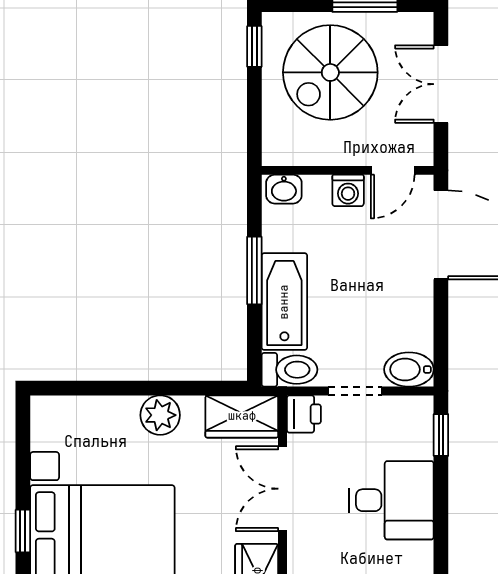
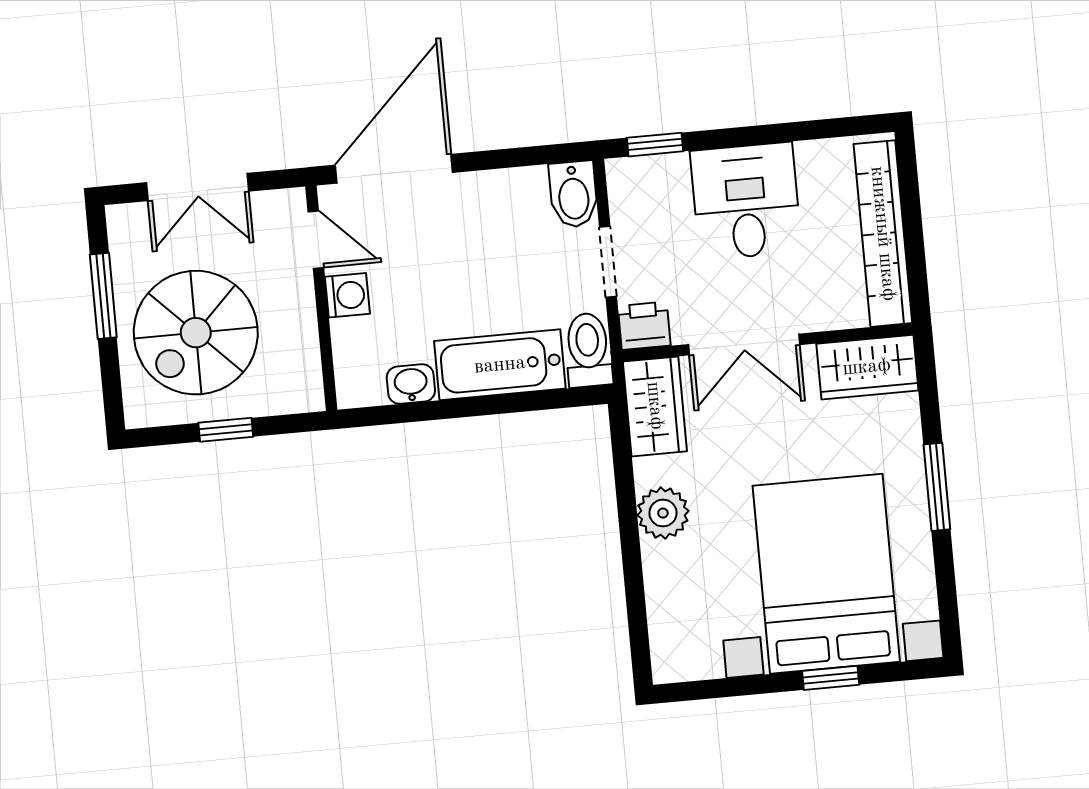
window: (254, 46) -> (226, 430), moved
spiral stairs: (330, 72) -> (196, 333), turned 90
washbasin: (284, 189) -> (411, 384), moved, turned -90
window: (254, 270) -> (463, 408), removed

